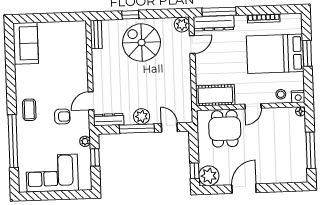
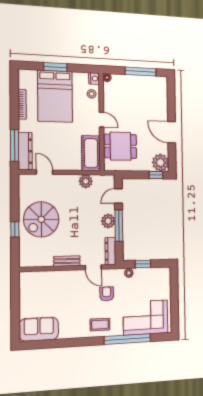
plant: (182, 25) -> (86, 181), moved
bench: (96, 34) -> (67, 261), moved
corner sofa: (52, 173) -> (146, 318), moved, turned 90

